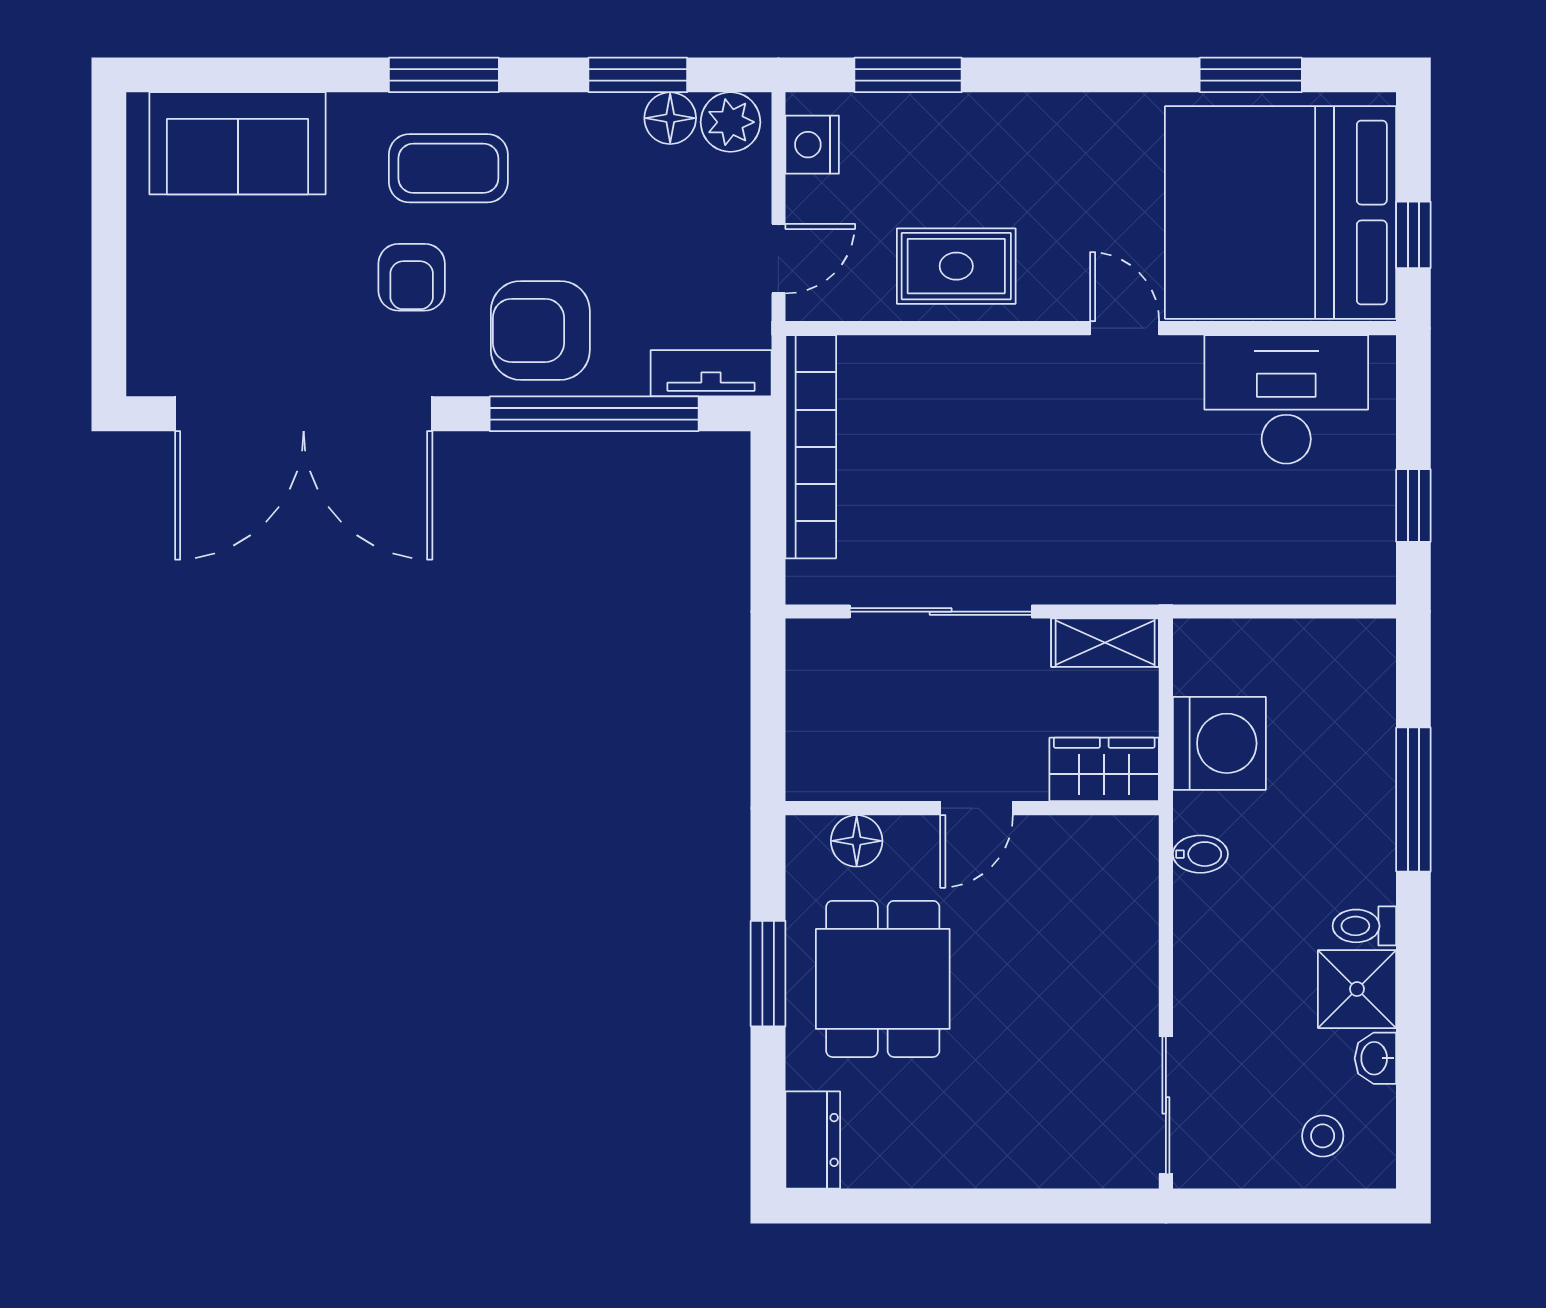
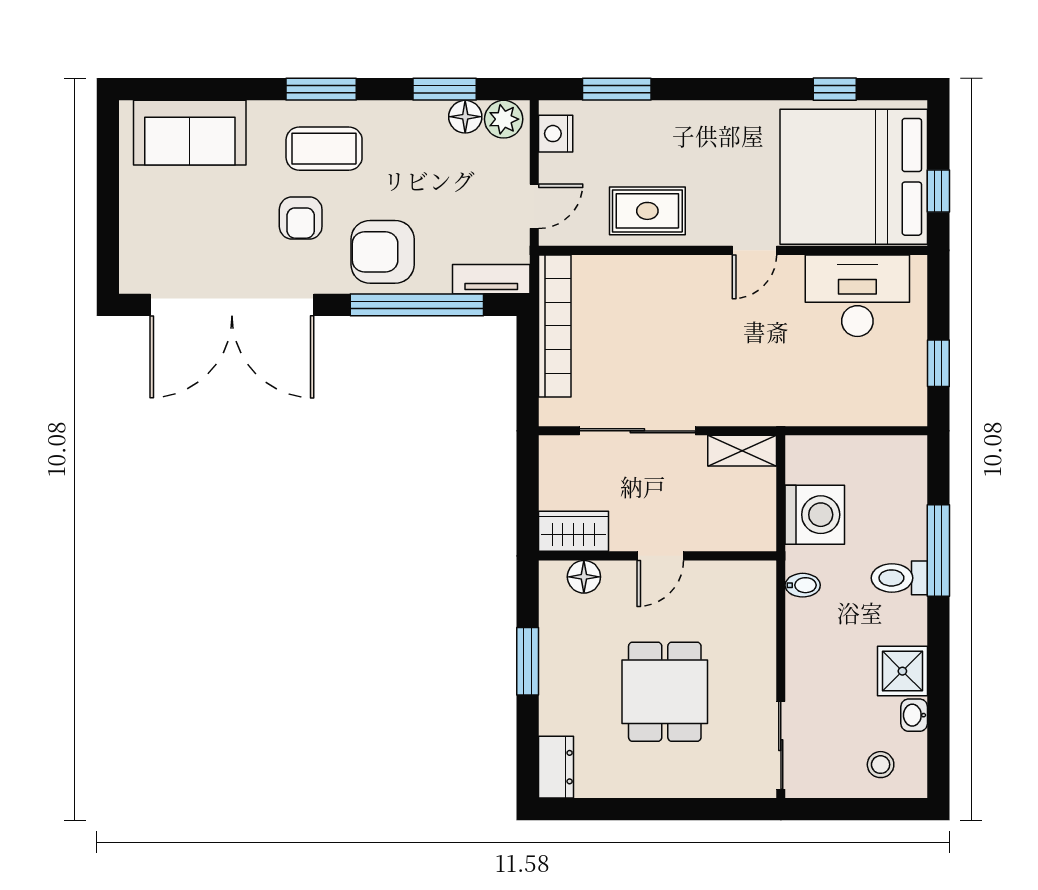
window: (1251, 75) -> (835, 89), width x0.67
door: (1125, 328) -> (755, 250), swing flipped
wardrobe: (1104, 769) -> (573, 531), moved
toilet: (1364, 926) -> (899, 578), moved, width x1.37, depth x1.39
dining table: (883, 979) -> (665, 692), moved

